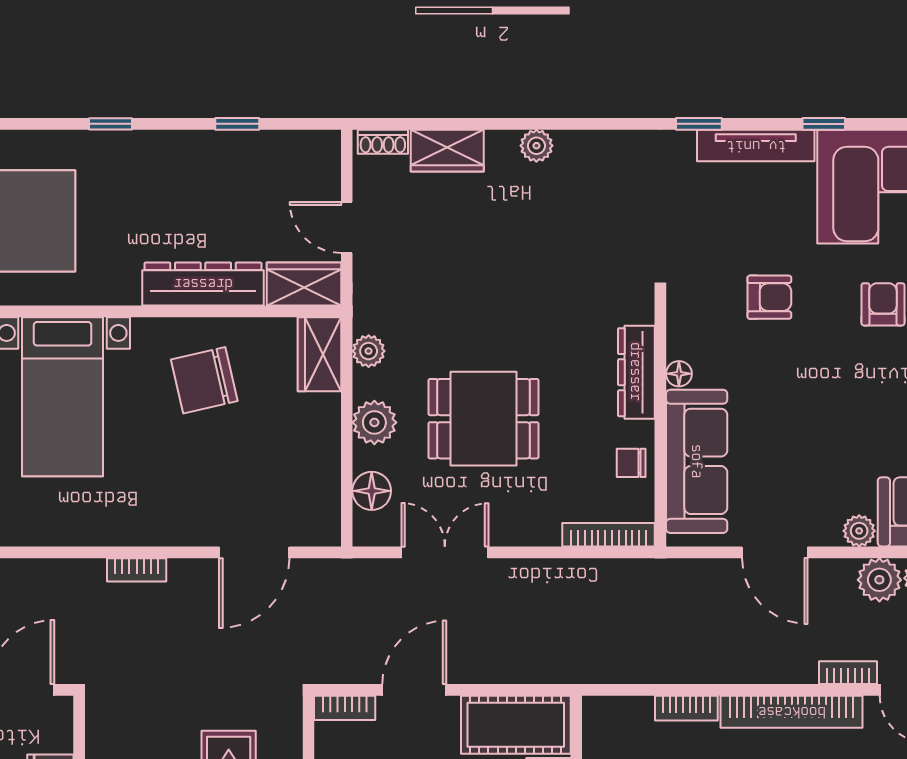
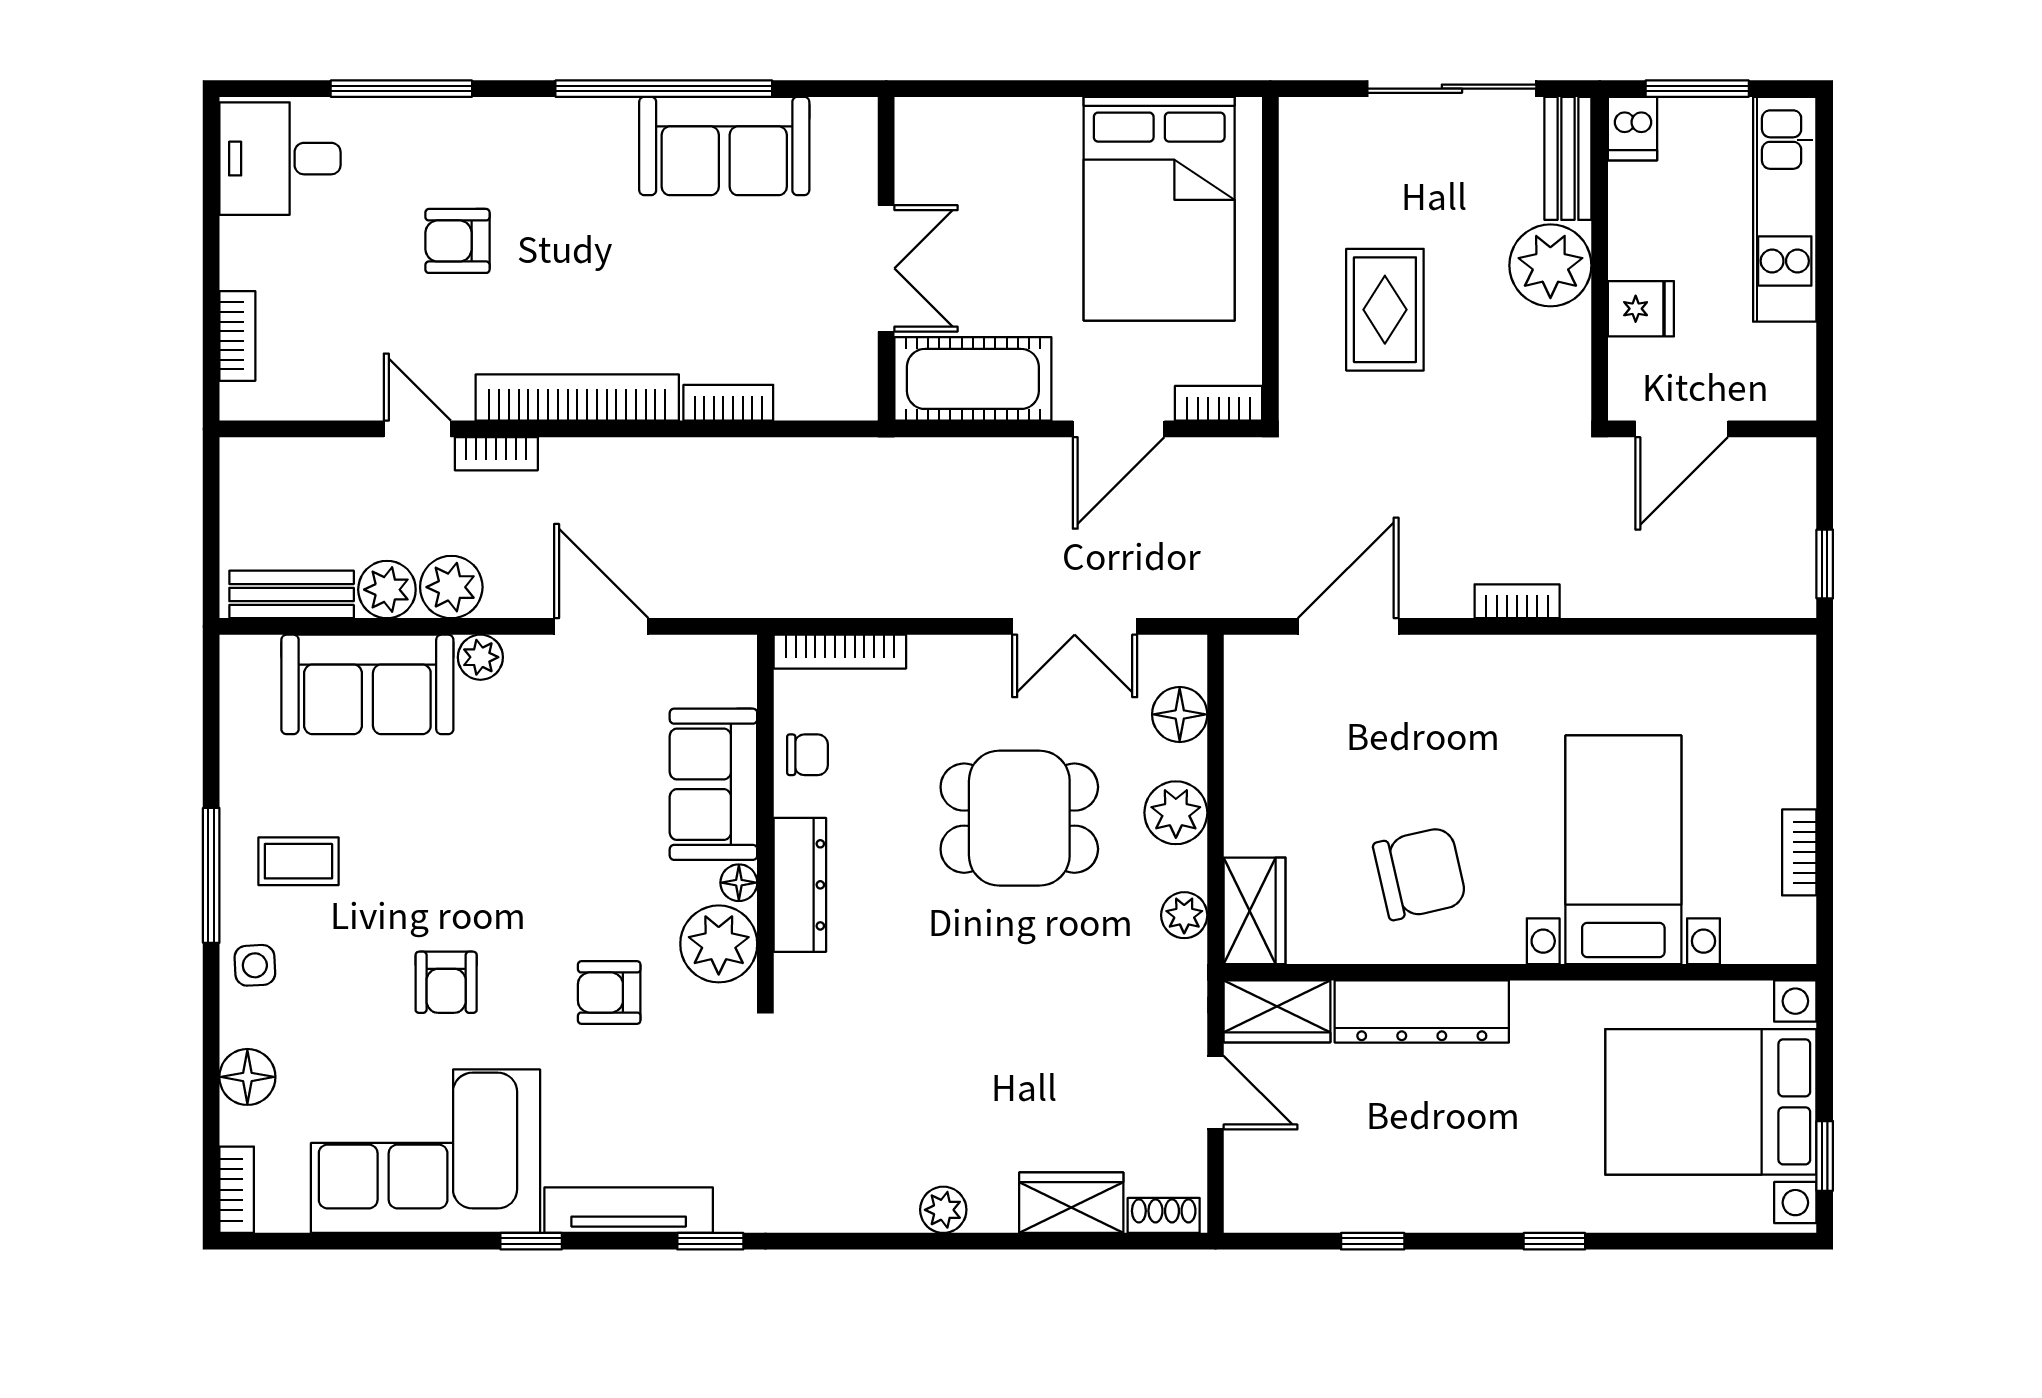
plant: (693, 331) -> (719, 944), added
sofa: (697, 461) -> (713, 784), width x0.73

